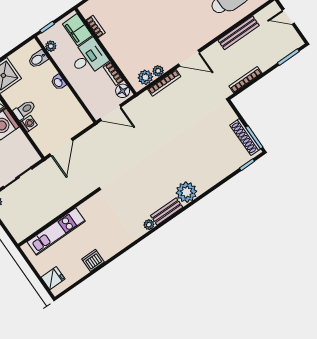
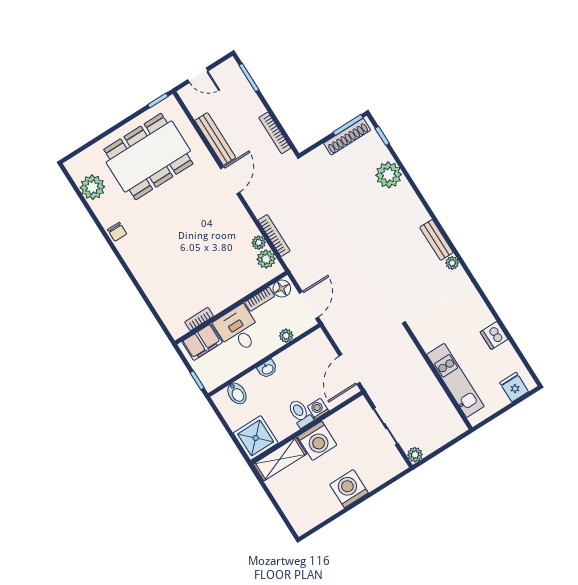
door: (288, 17) -> (198, 75), hinge flipped
plant: (51, 46) -> (286, 336), moved
door: (189, 58) -> (230, 180), moved
door: (61, 147) -> (349, 369), swing flipped
plant: (186, 192) -> (389, 175), moved

